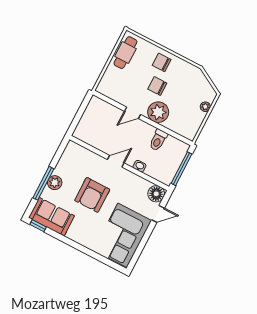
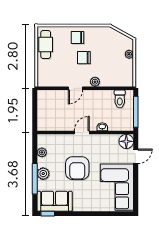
plant: (158, 112) -> (95, 82), width x0.53, depth x0.53
toilet: (158, 140) -> (120, 99), moved
plant: (64, 160) -> (42, 152), added

